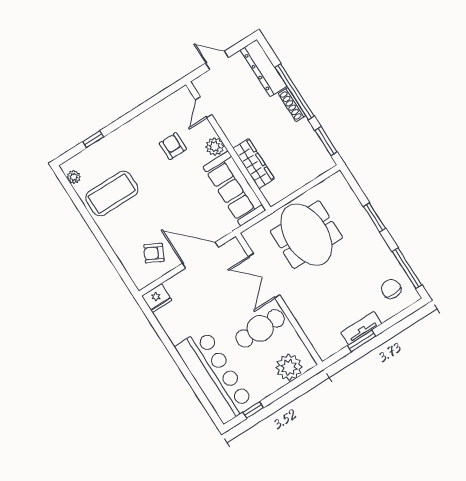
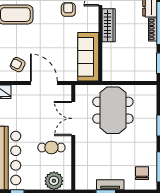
plant: (215, 147) -> (92, 25), removed
wardrobe: (254, 164) -> (109, 25), moved
cafe table: (260, 328) -> (51, 147), width x0.73, depth x0.74

